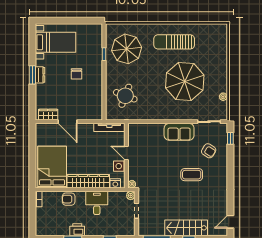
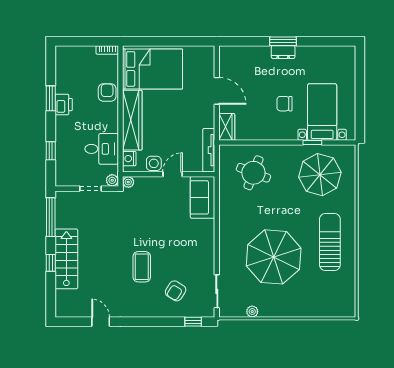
bed with nightstands: (56, 42) -> (322, 112), moved, turned 180
wardrobe: (48, 115) -> (227, 127), moved
door: (67, 122) -> (217, 91), swing flipped
sofa: (179, 132) -> (202, 197), moved
desk: (97, 203) -> (102, 149), moved
door: (230, 222) -> (101, 322), moved

